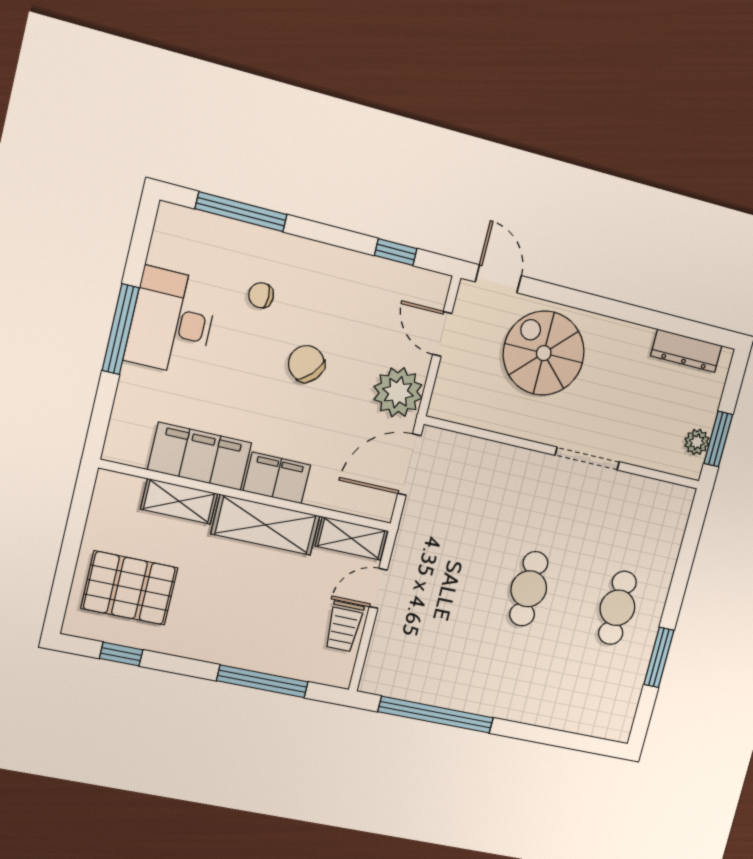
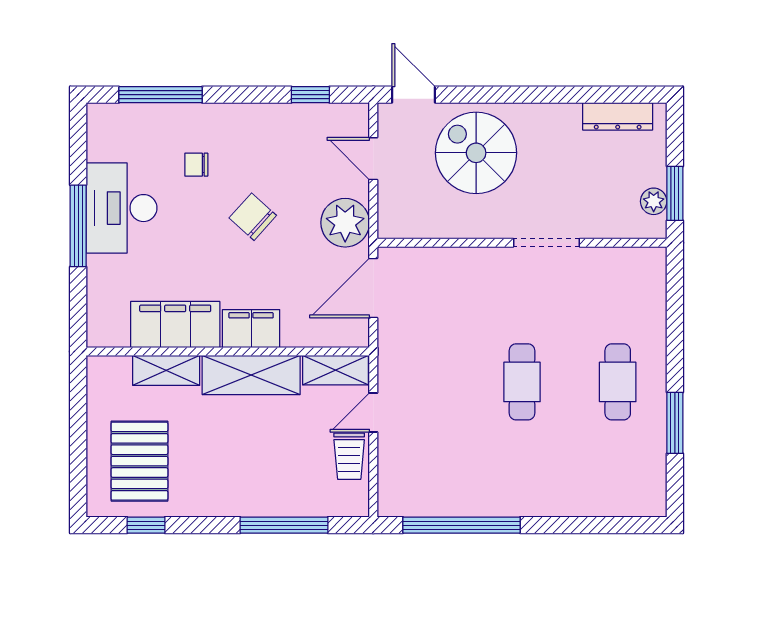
pallet: (129, 588) -> (139, 461), turned 90

